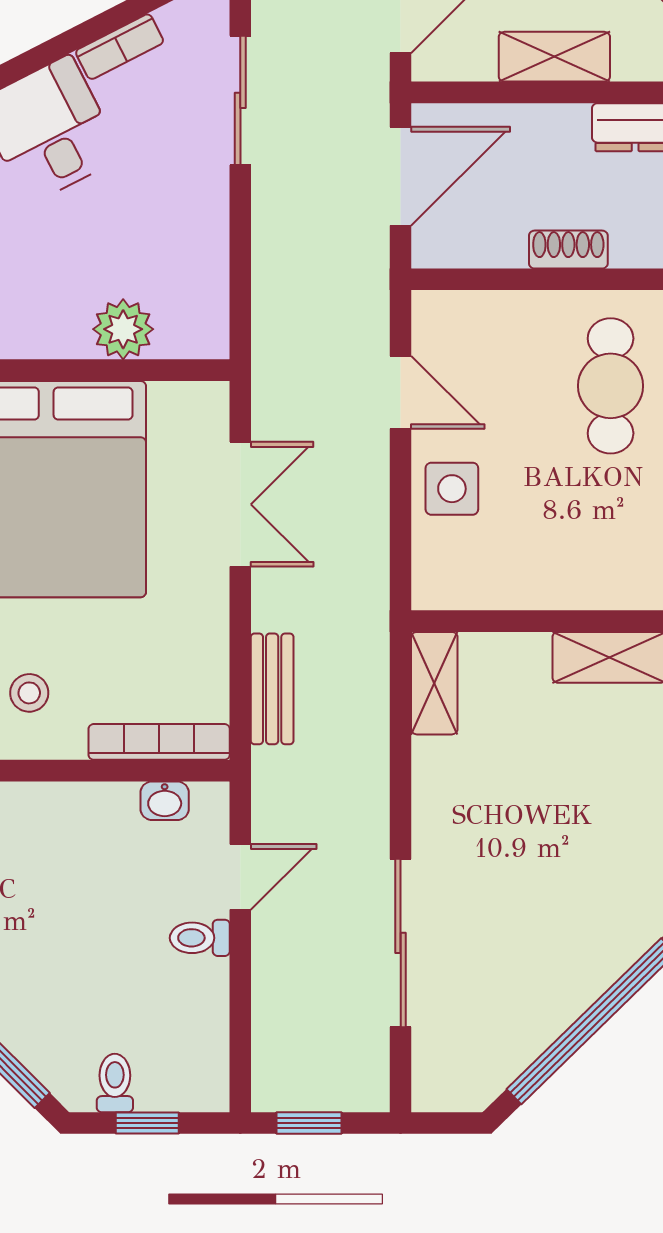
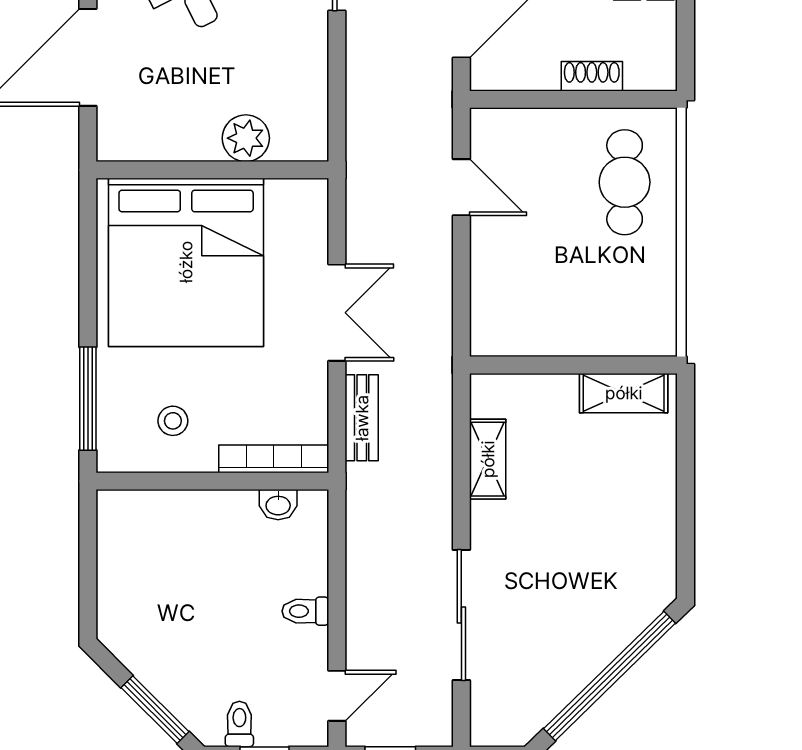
side table: (452, 489) -> (501, 262), removed
double door: (240, 504) -> (337, 313), moved
shelving: (434, 683) -> (488, 459), moved
door: (240, 877) -> (337, 696), moved

